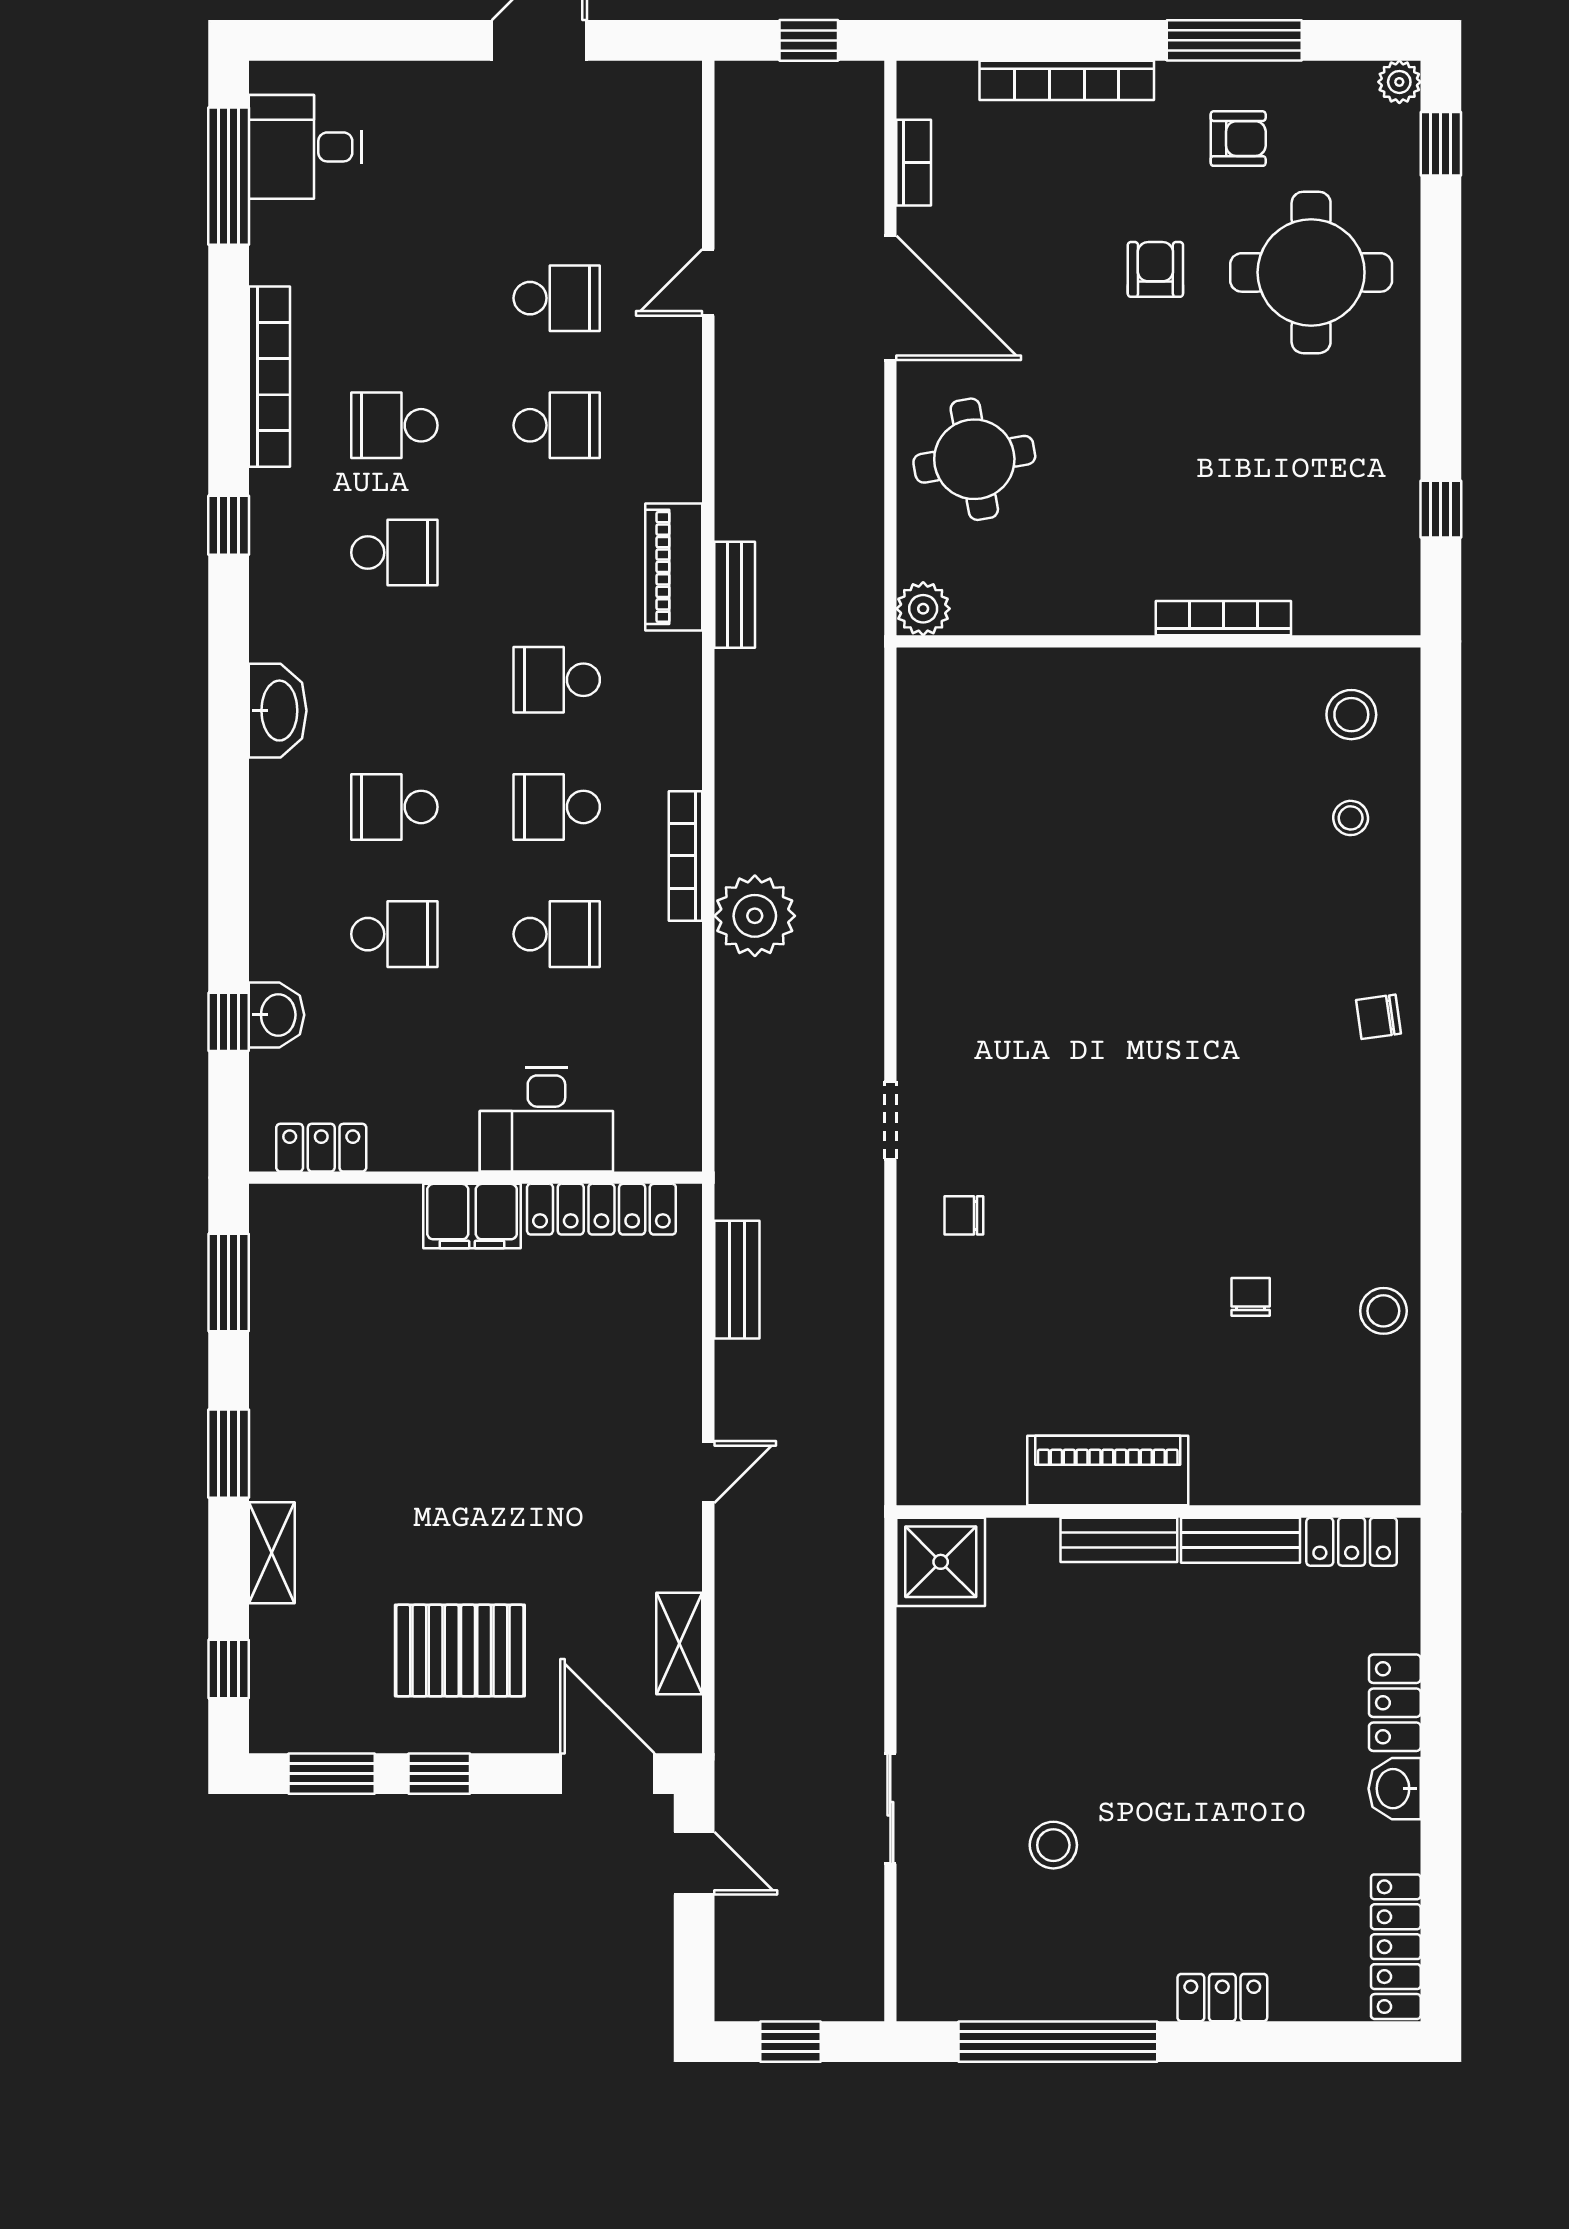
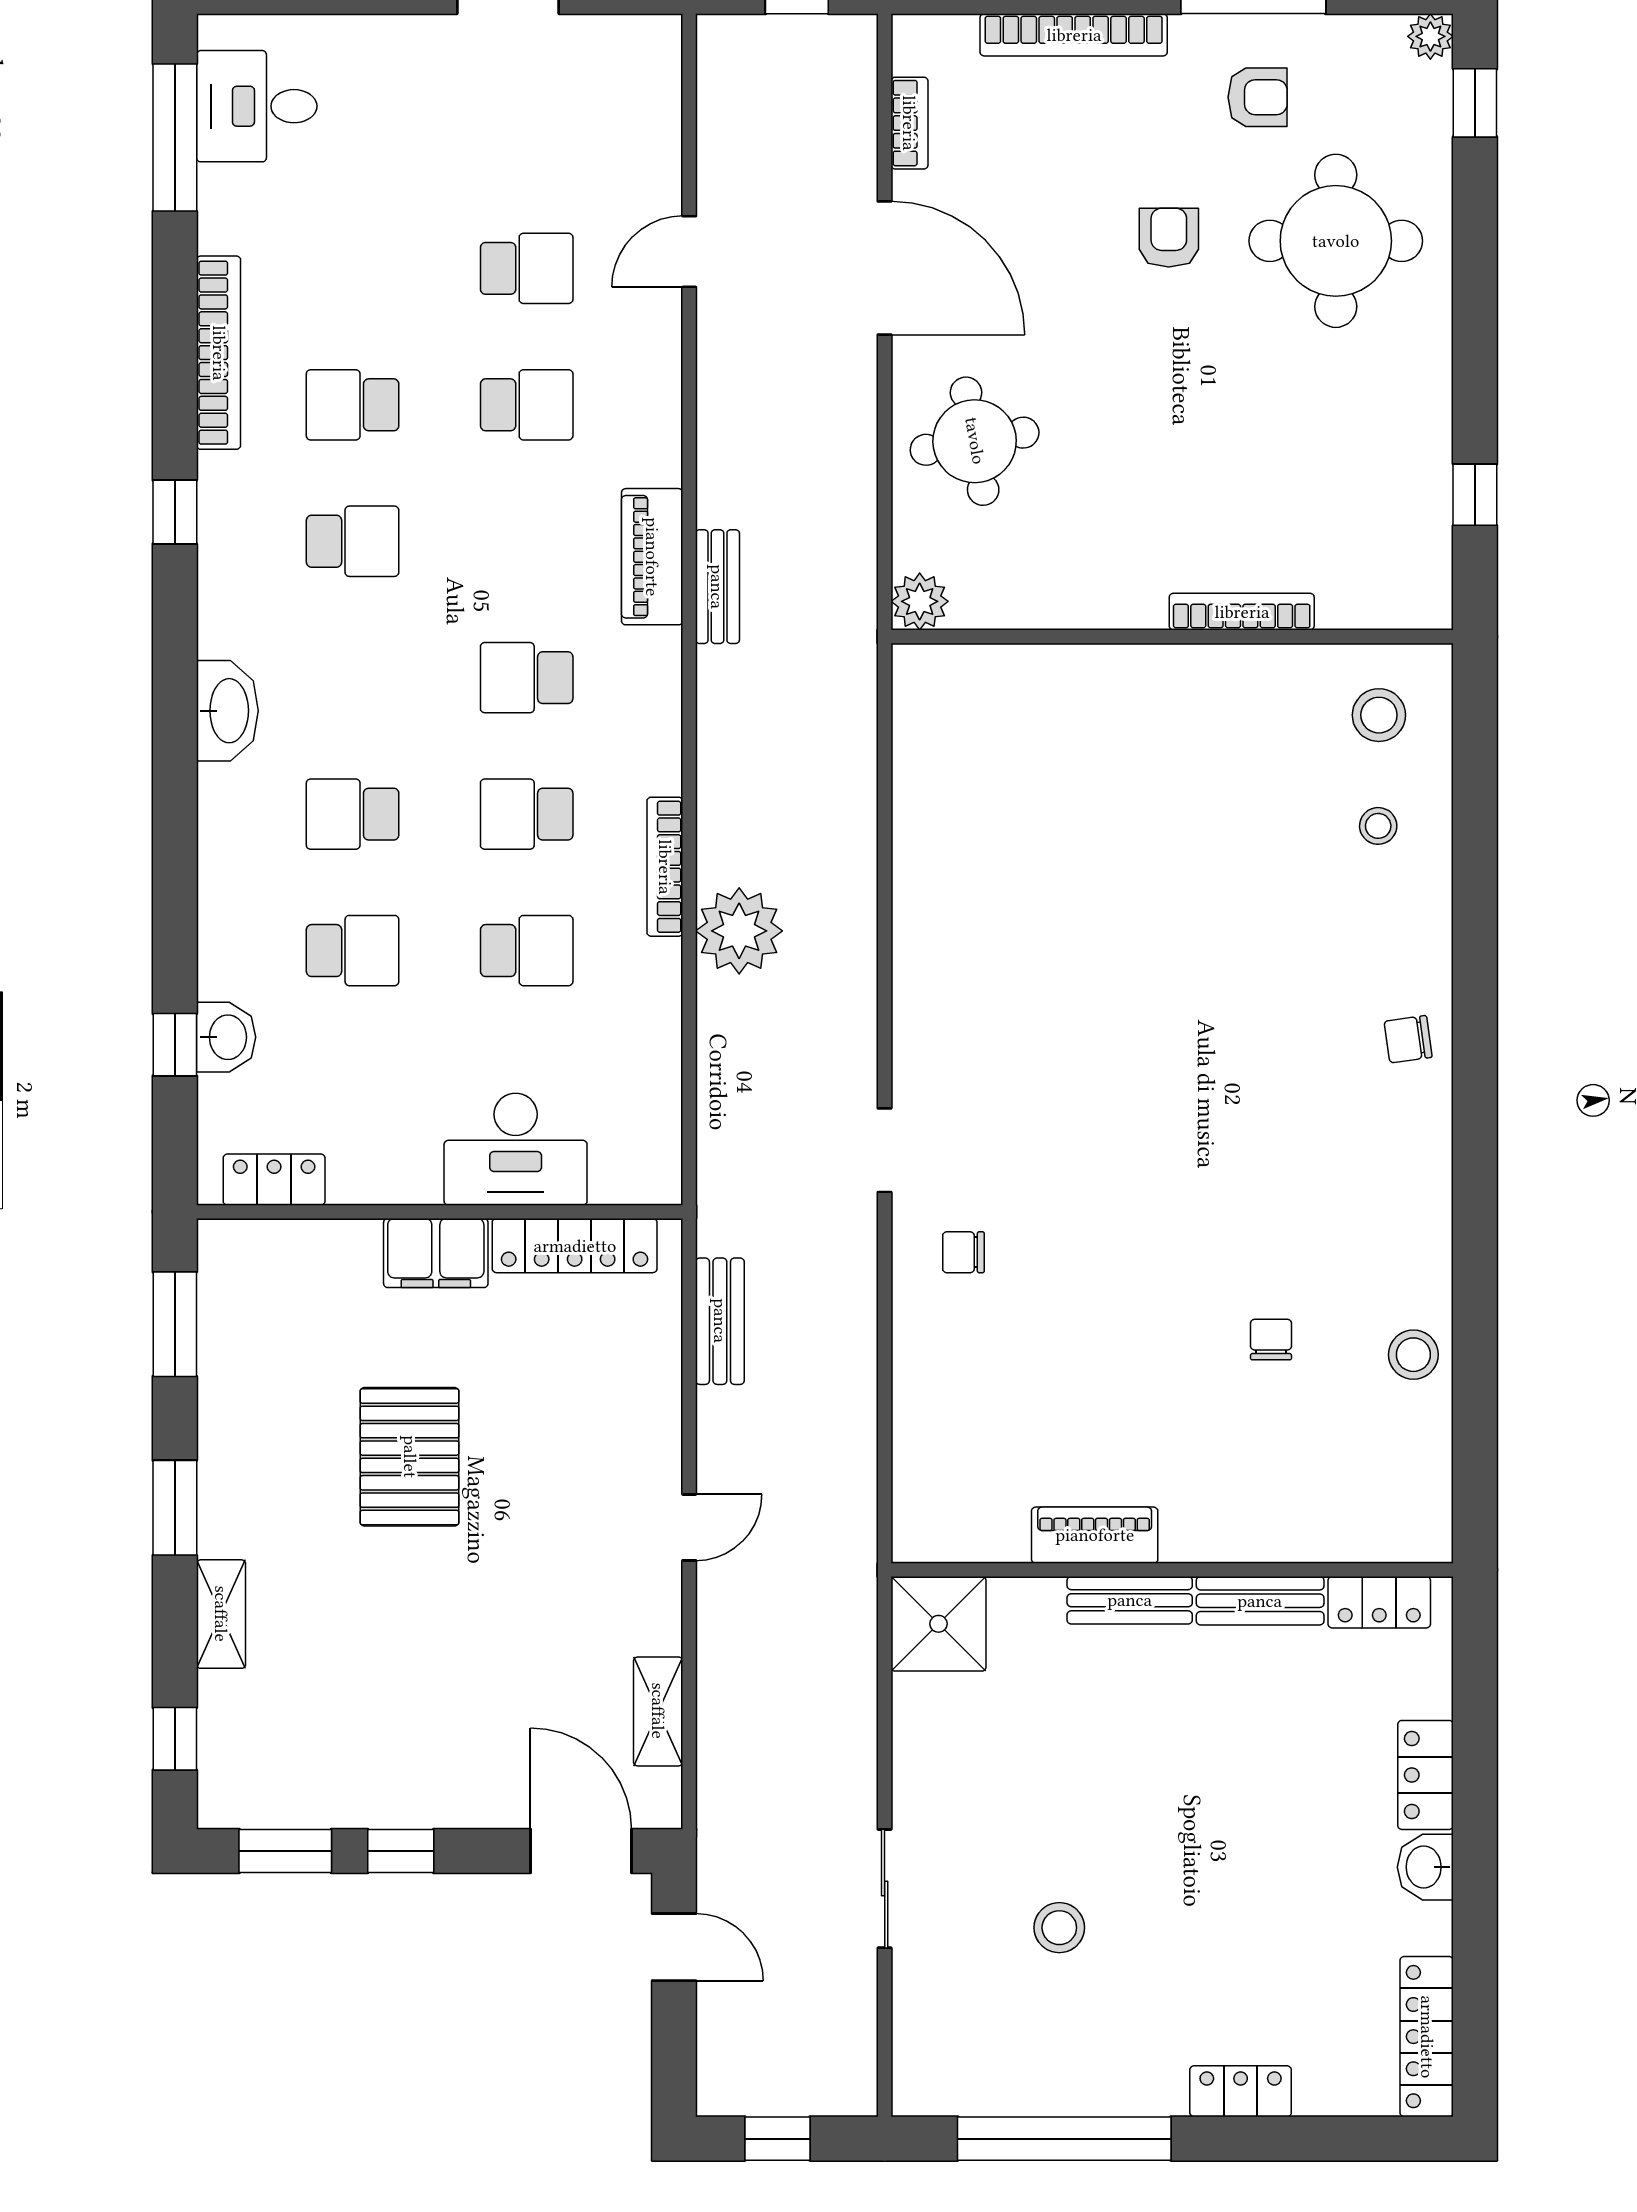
piano: (1108, 1471) -> (1095, 1535), width x0.73, depth x0.75
pallet: (460, 1651) -> (410, 1457), moved, turned 90

